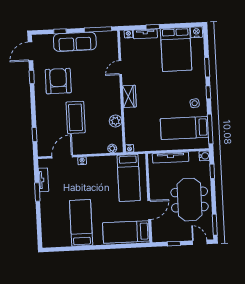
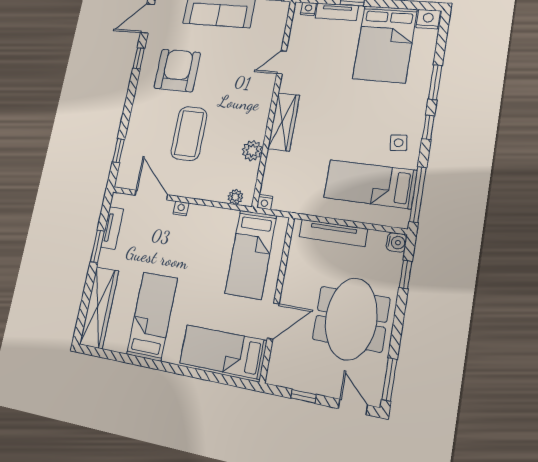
wardrobe: (129, 96) -> (284, 122), width x1.50
door: (62, 157) -> (151, 195), hinge flipped
wardrobe: (48, 225) -> (99, 307), added

